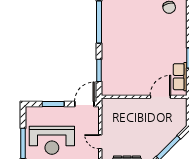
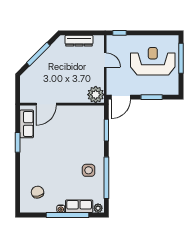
side table: (117, 29) -> (89, 170), added
plant: (110, 106) -> (96, 95), added

